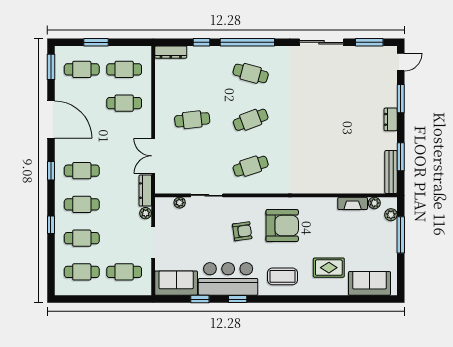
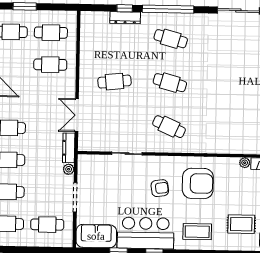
dresser: (171, 52) -> (125, 18), moved
cafe table: (251, 120) -> (170, 83), turned 36
cafe table: (251, 166) -> (169, 127), turned 42
plant: (180, 203) -> (245, 163), moved

